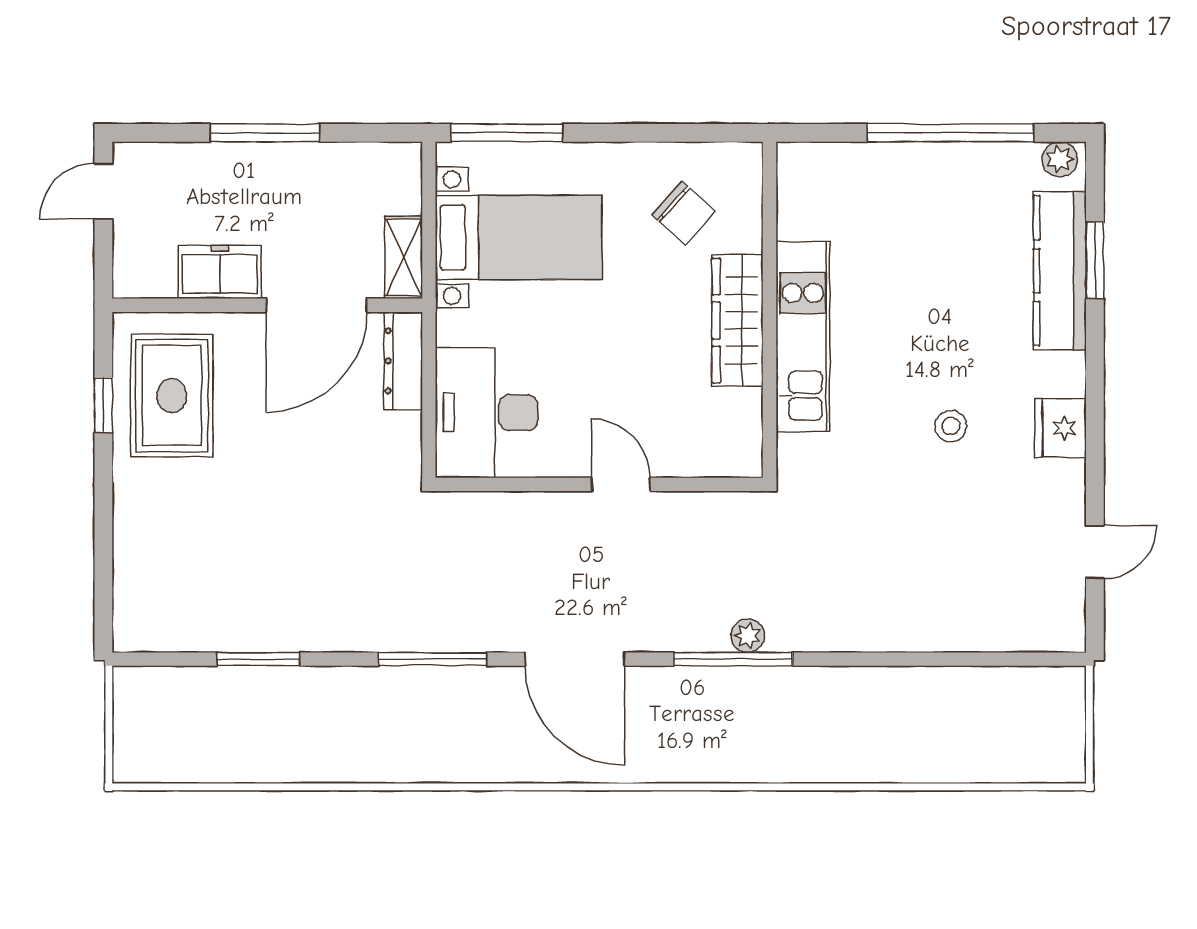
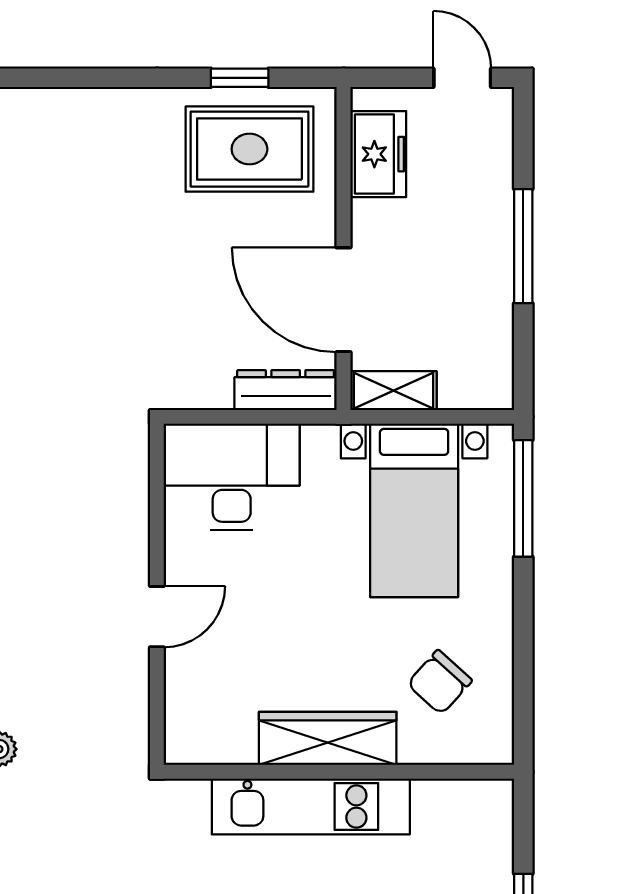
freezer: (220, 272) -> (378, 154), moved

